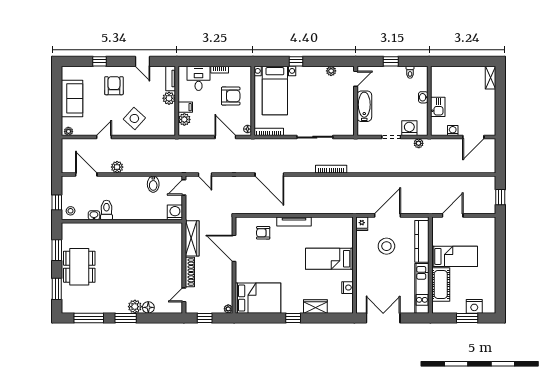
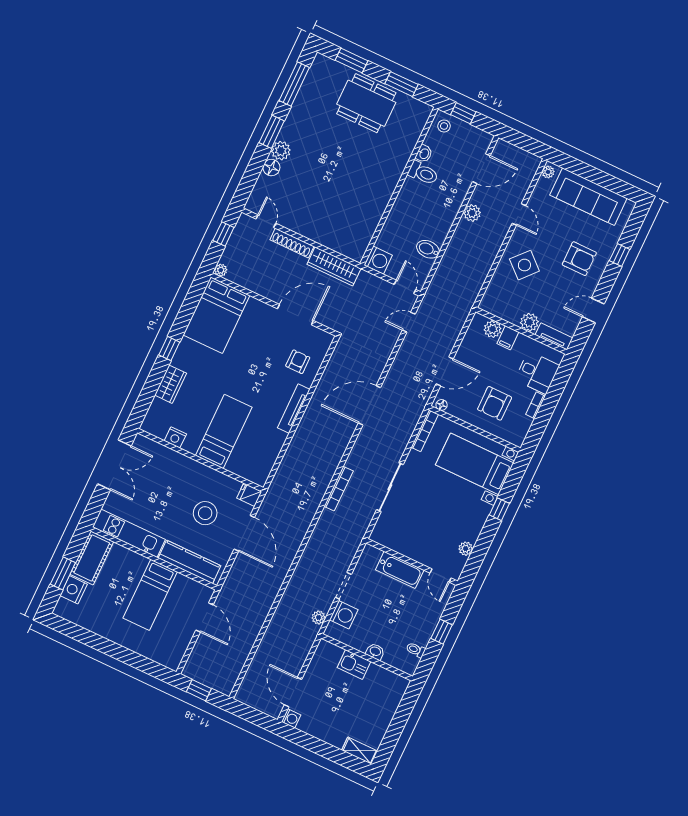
sofa: (72, 98) -> (588, 197), width x1.36
washing machine: (453, 131) -> (291, 718), moved
cot: (441, 284) -> (92, 558), moved, turned 90

